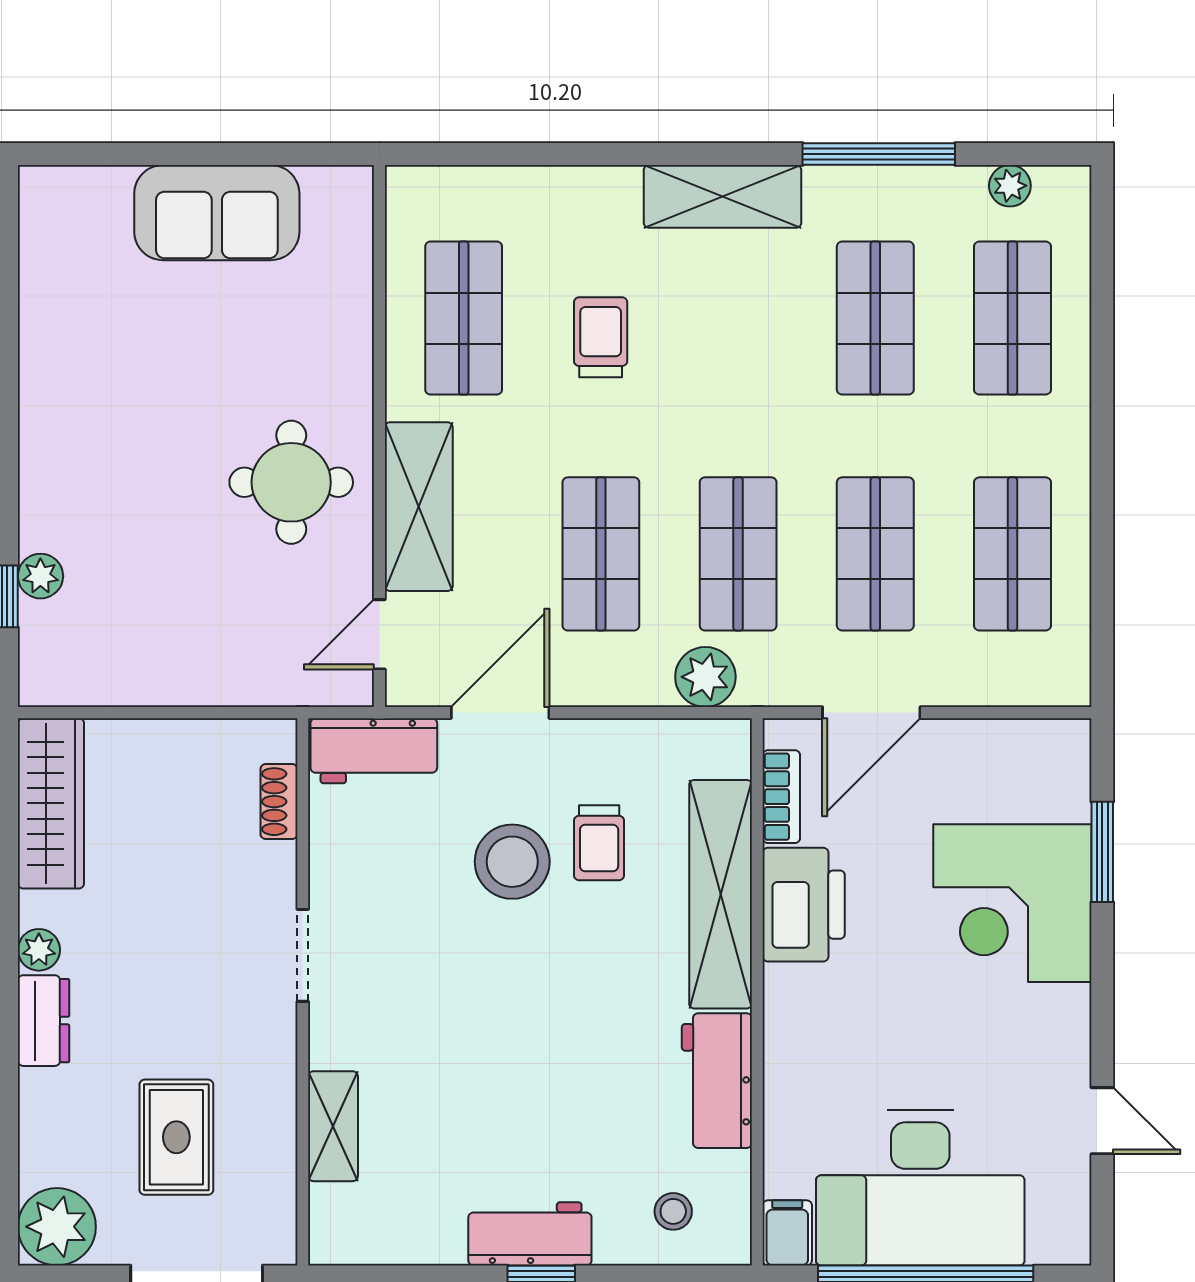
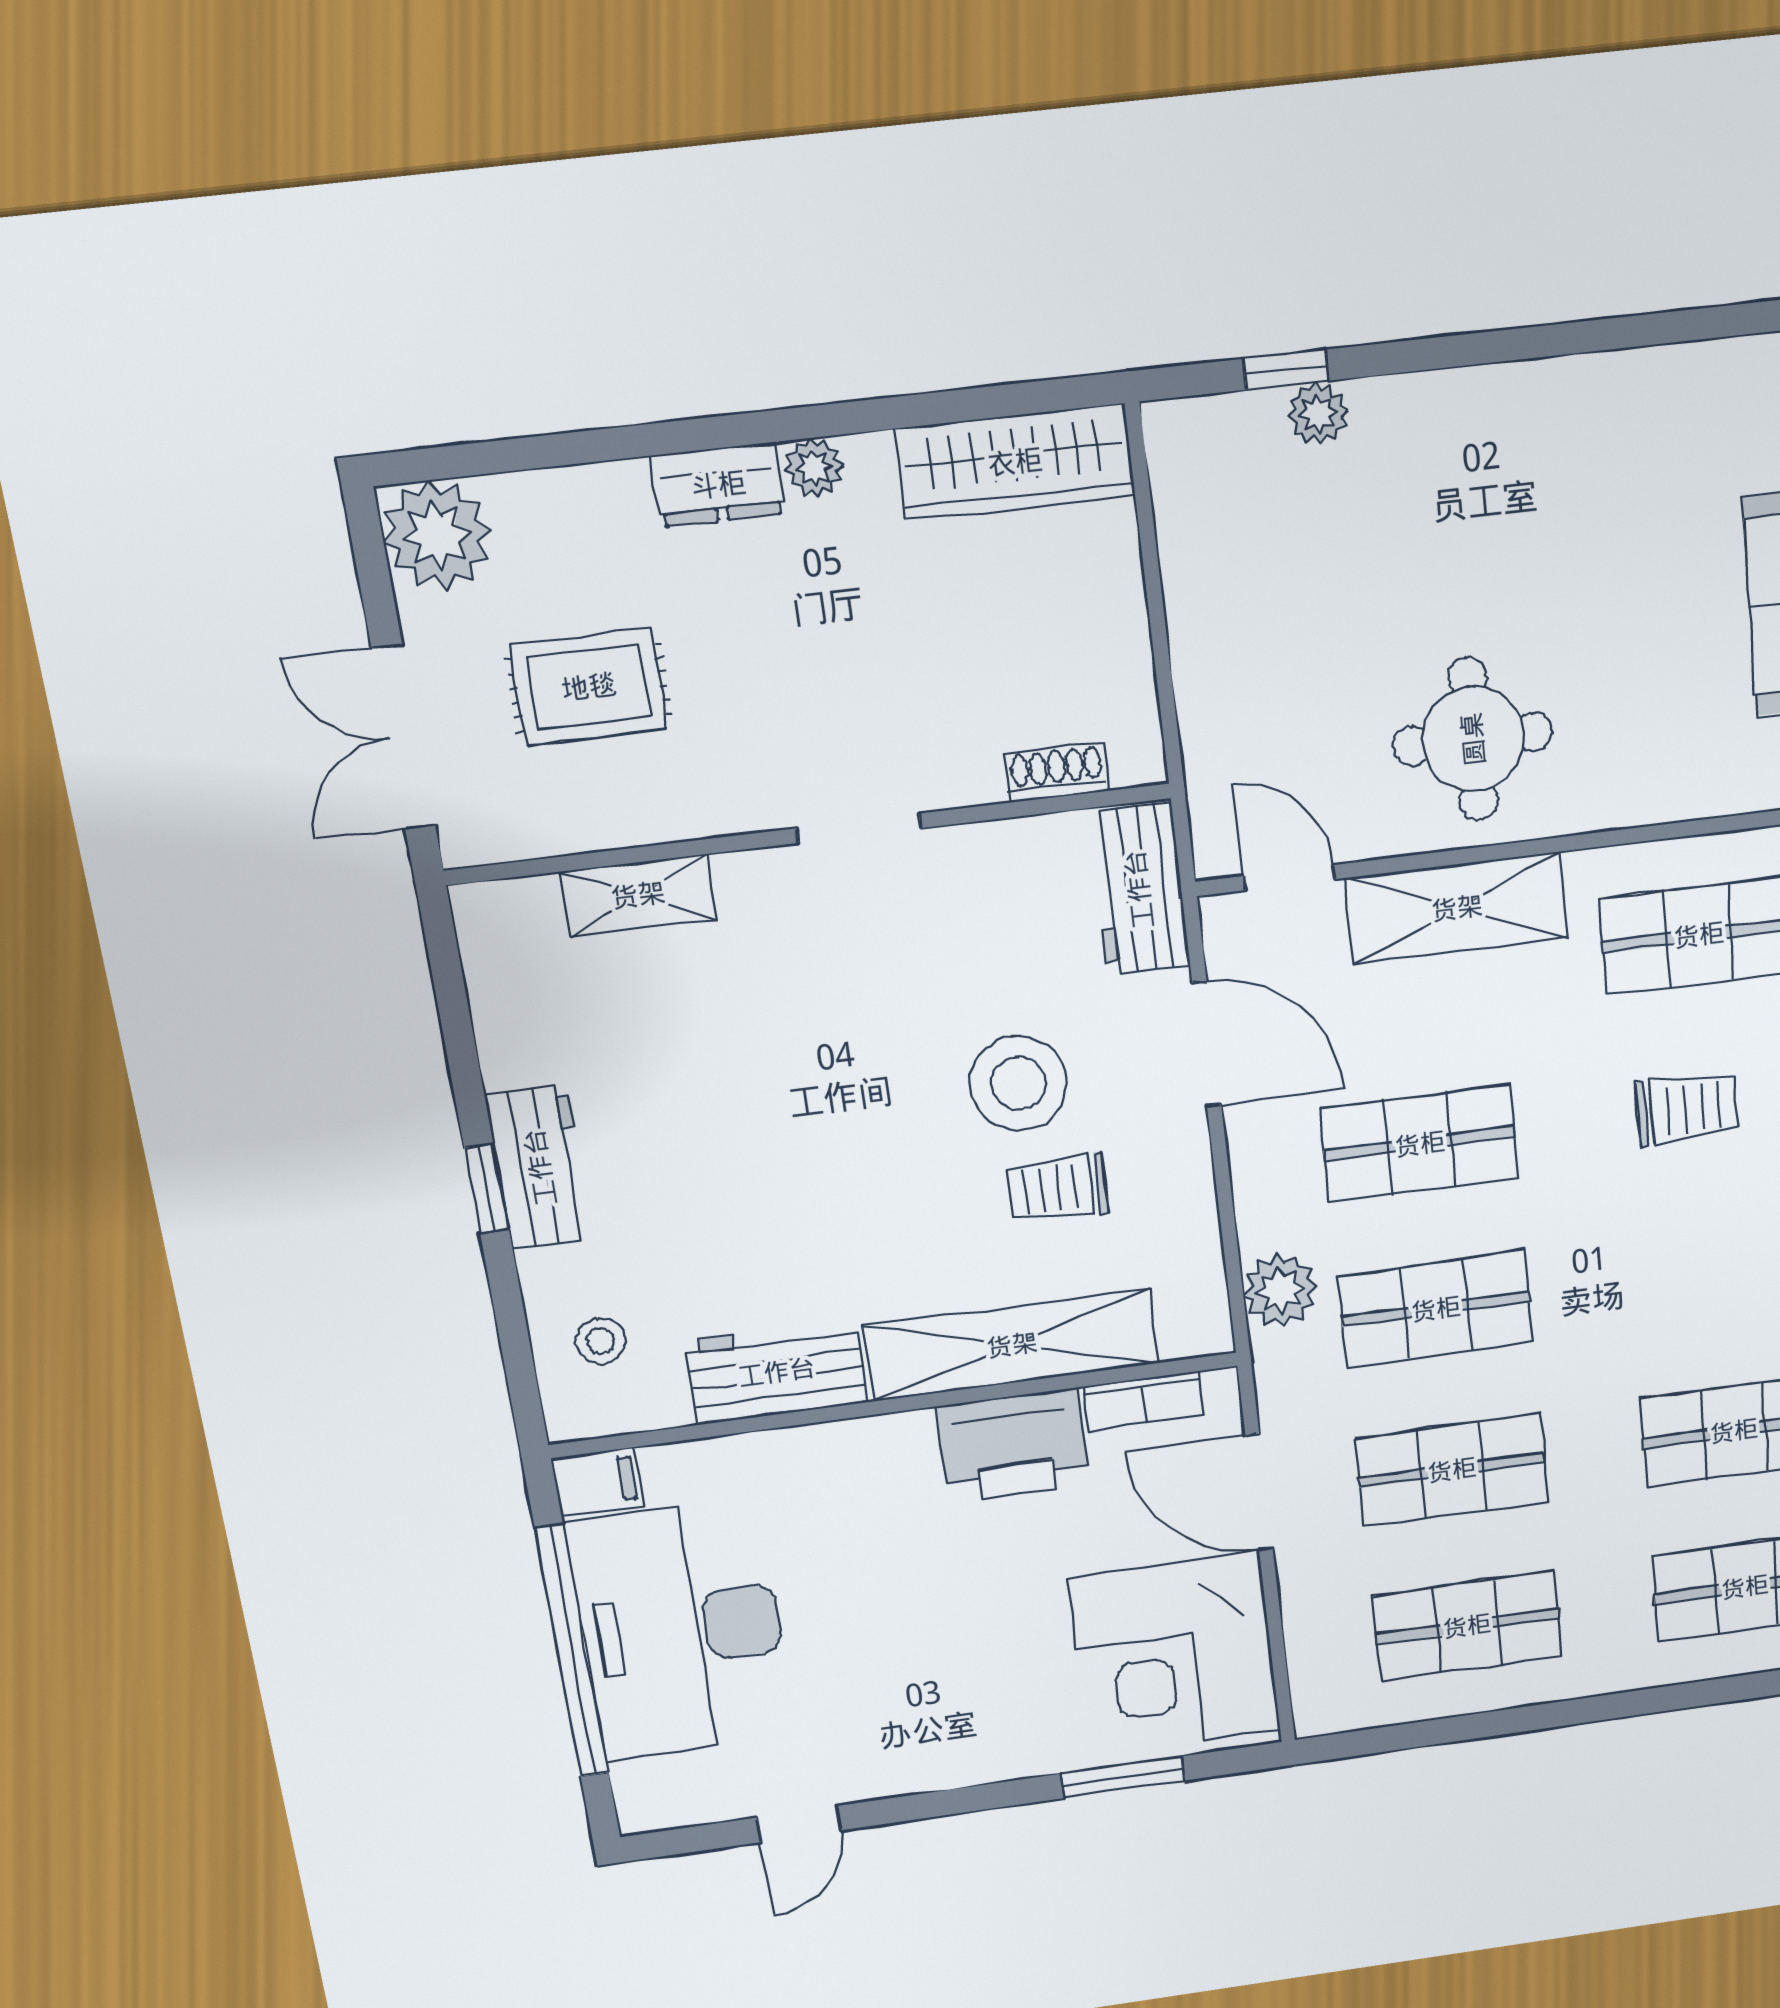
corner desk: (1012, 903) -> (1175, 1654), moved, turned -90

